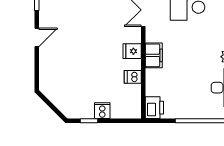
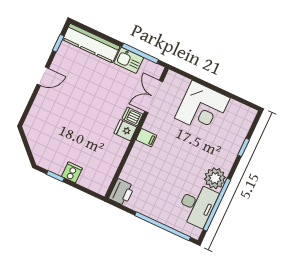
filing cabinet: (154, 55) -> (146, 138), width x0.50
dishwasher: (133, 77) -> (132, 116), moved

